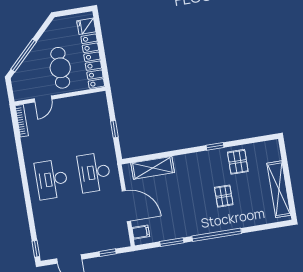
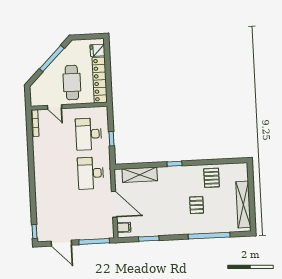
window: (24, 56) -> (52, 58), moved
door: (43, 99) -> (55, 107), hinge flipped
window: (215, 146) -> (175, 164), moved
desk: (52, 179) -> (89, 134), moved
window: (217, 235) -> (209, 236), moved
window: (108, 253) -> (94, 241), width x2.17

